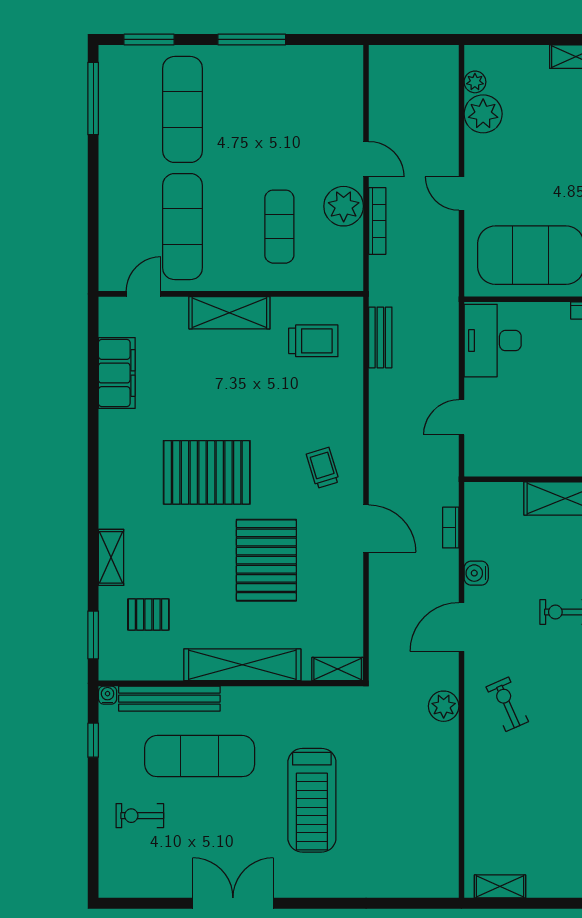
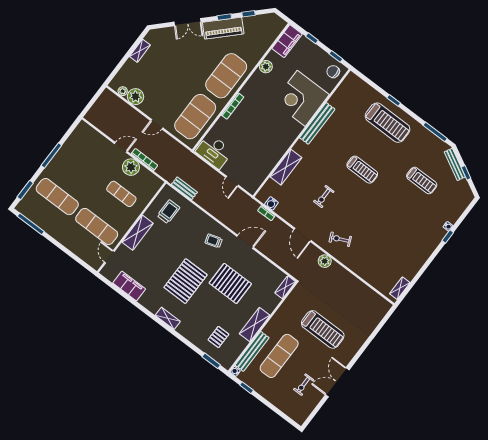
shelving: (111, 557) -> (168, 318), moved
water cooler: (476, 573) -> (271, 203), moved
shelving: (242, 665) -> (255, 324), width x0.68
exercise bike: (140, 816) -> (304, 385), moved

